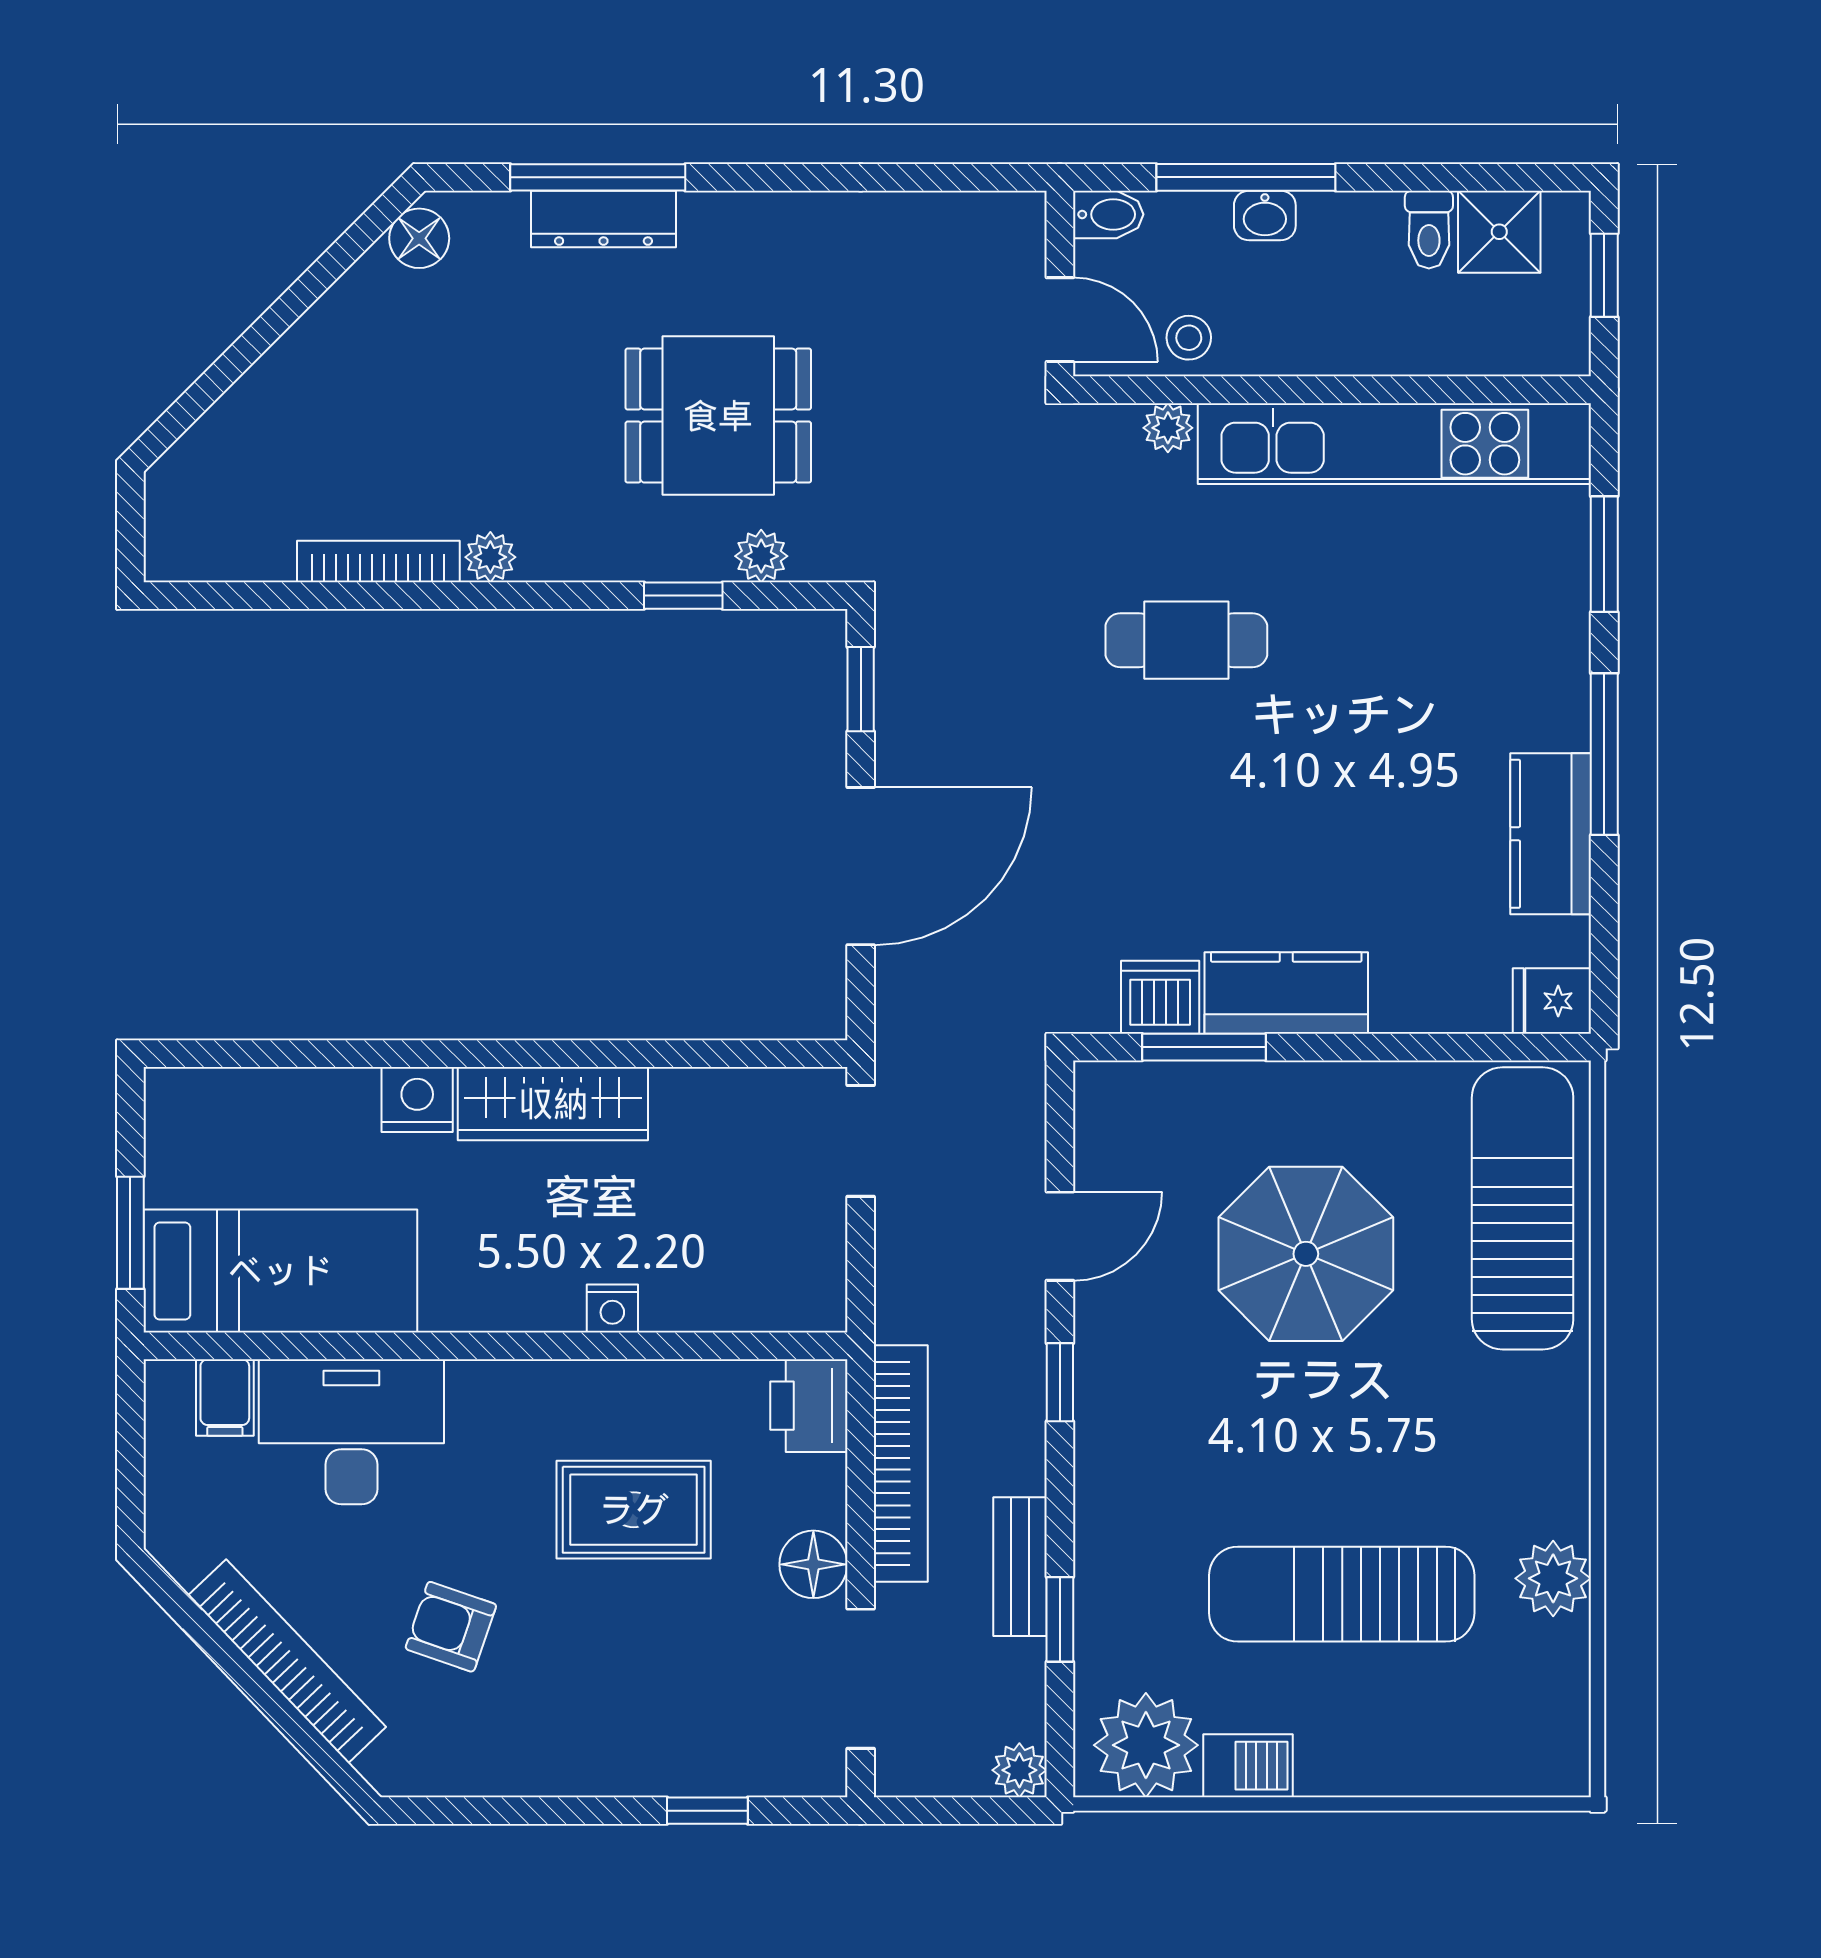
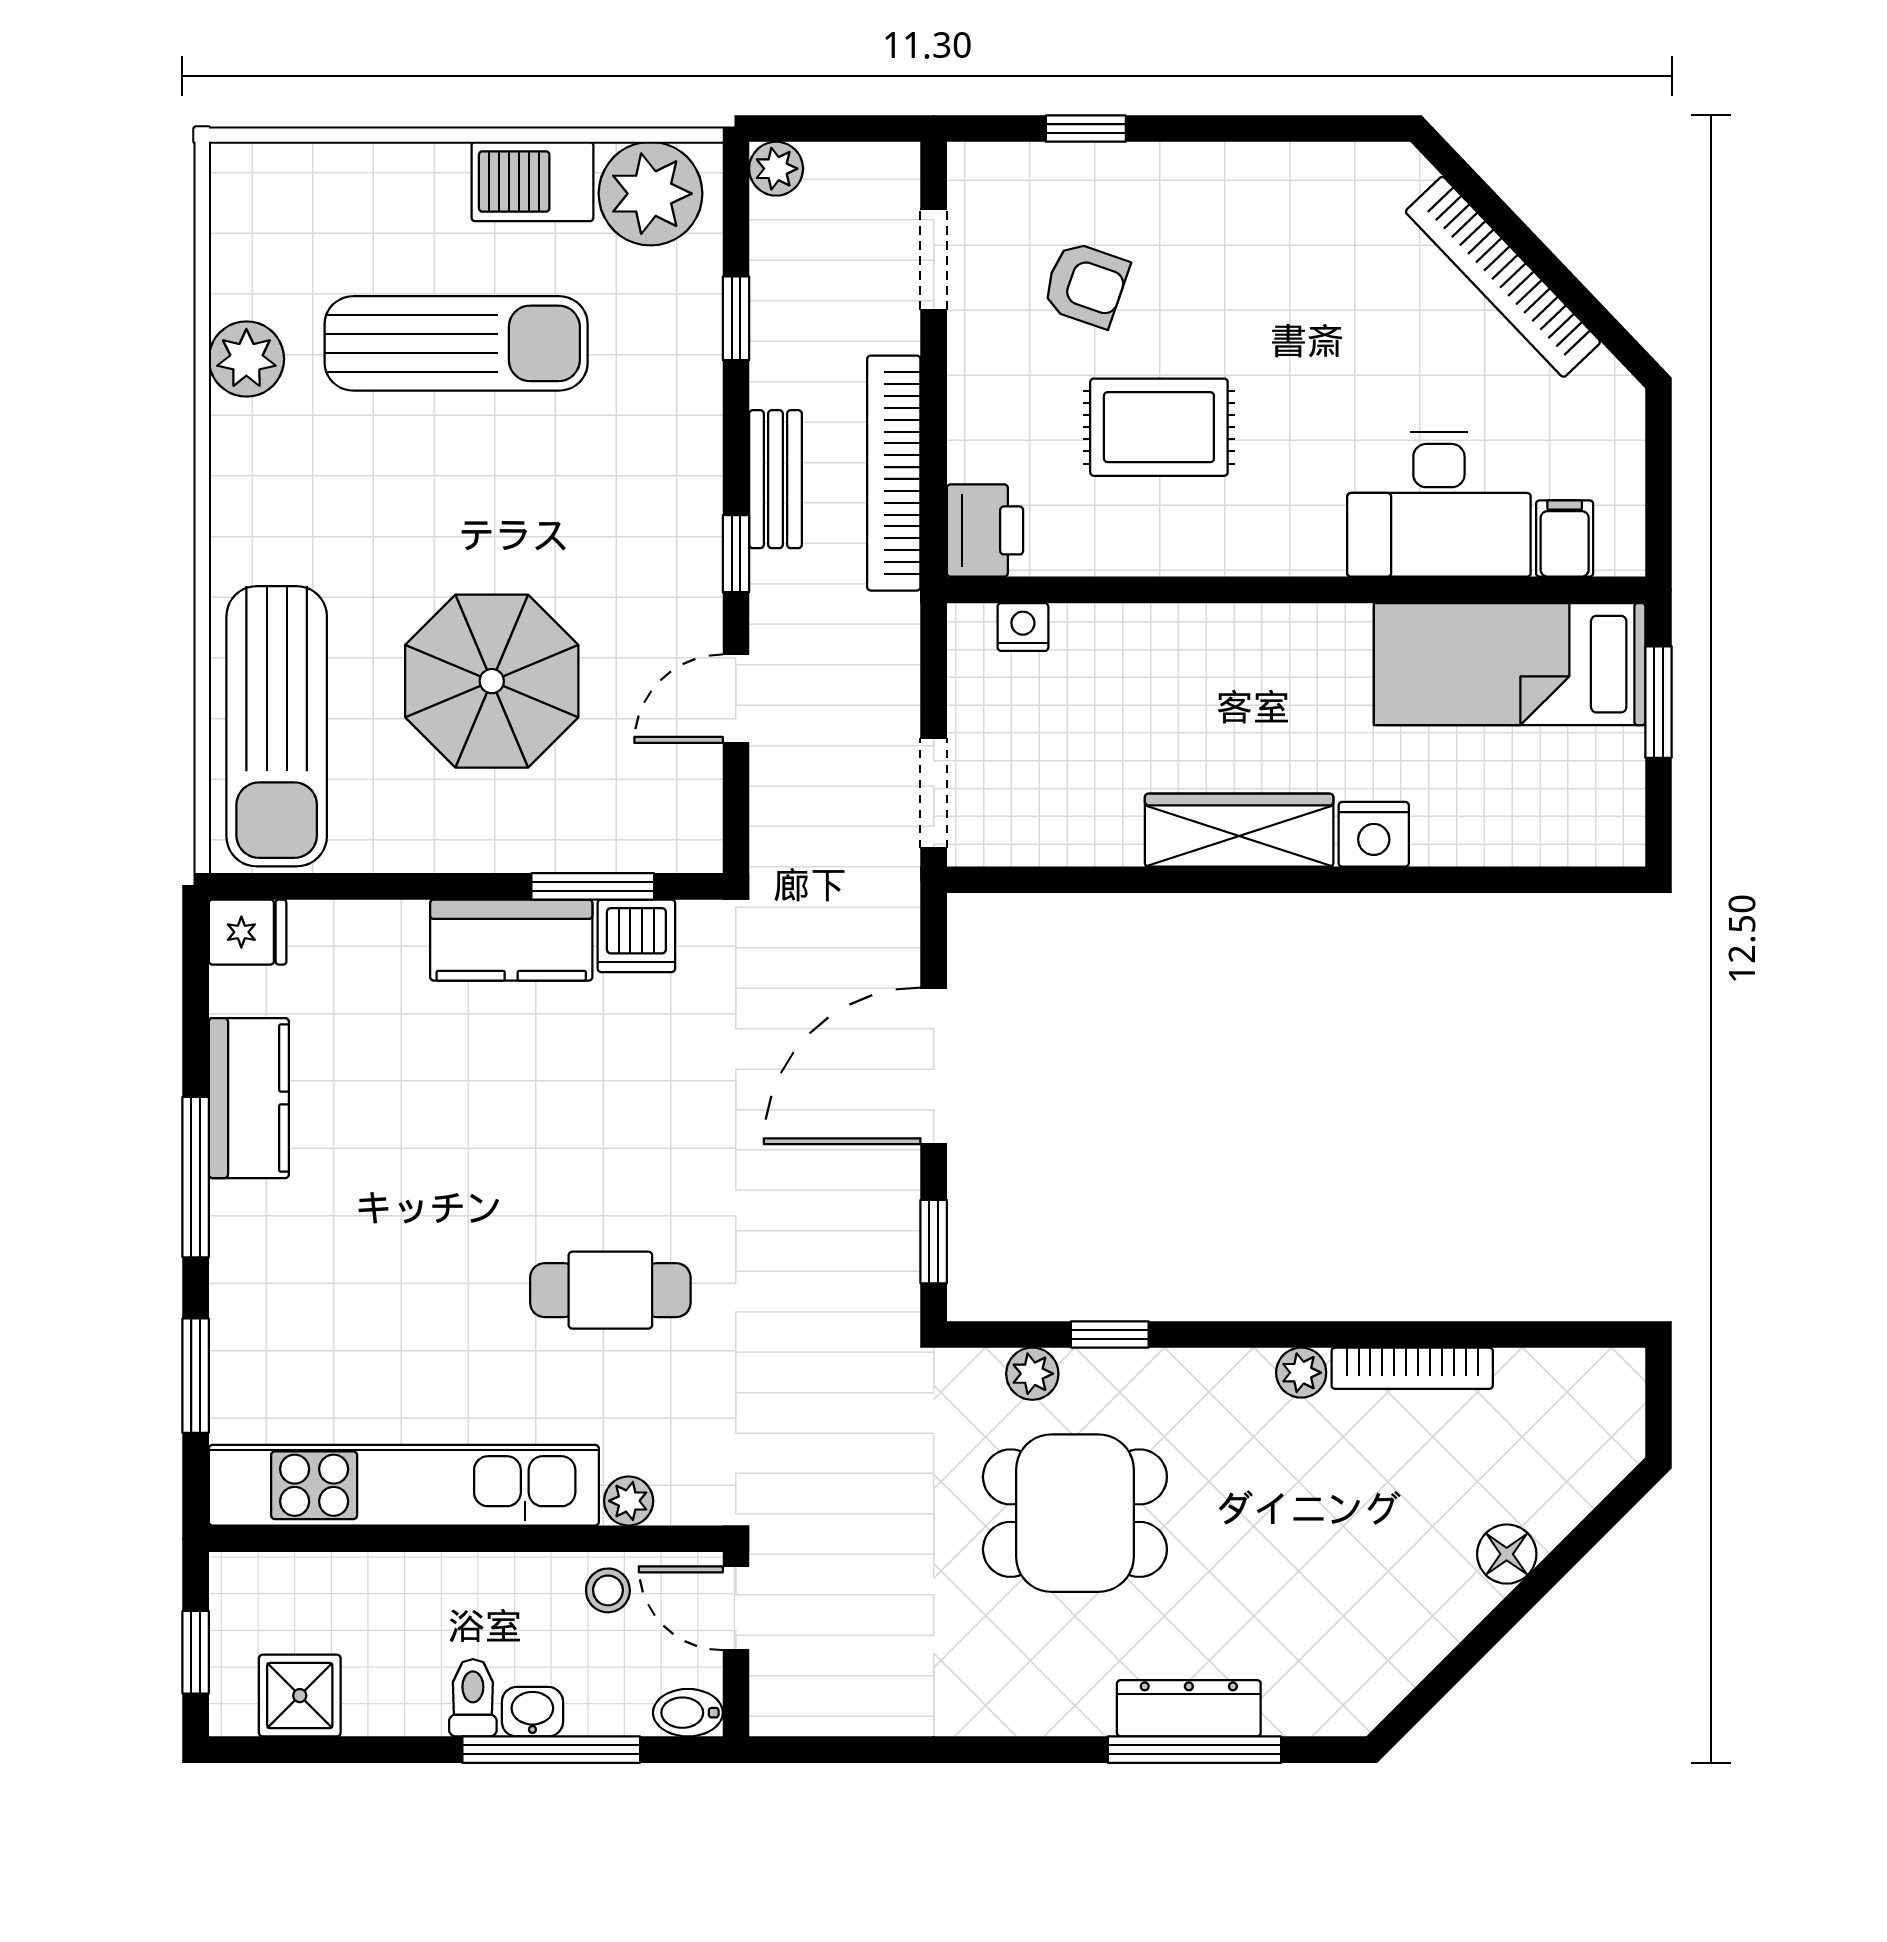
toilet: (1429, 230) -> (473, 1698), moved
floor lamp: (419, 238) -> (1507, 1554), moved
nightstand: (612, 1308) -> (1023, 627), moved
floor lamp: (813, 1564) -> (980, 373), removed
bench: (1020, 1567) -> (775, 479), moved
armchair: (451, 1627) -> (1086, 285), moved
doorway: (861, 1679) -> (934, 259), width x0.73
barbecue: (1248, 1766) -> (532, 181), width x1.38, depth x1.27

